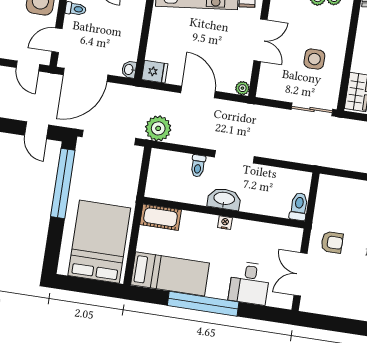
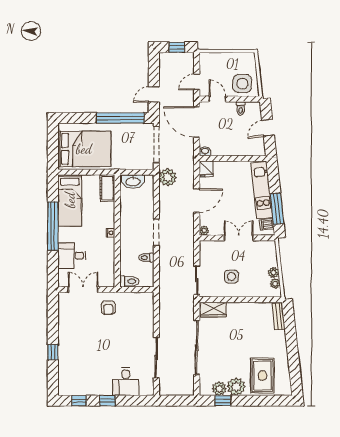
double door: (260, 40) -> (239, 238), swing flipped
toilet: (198, 166) -> (146, 258), moved
washbasin: (224, 199) -> (133, 181), moved, turned 90

